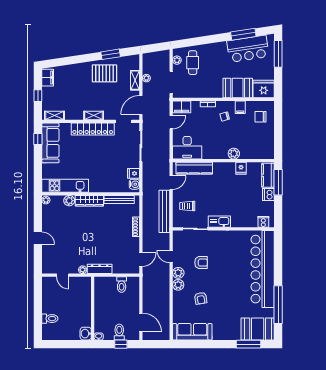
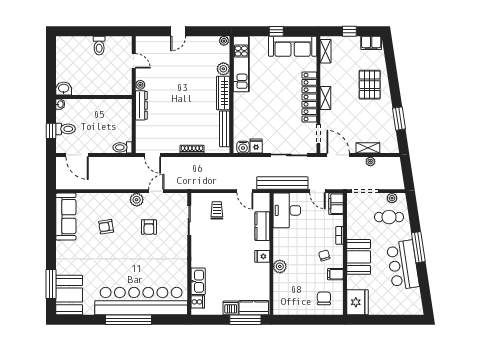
window: (243, 34) -> (418, 247), moved
bar counter: (248, 49) -> (403, 265), moved
window: (278, 54) -> (400, 320), removed
pallet: (104, 73) -> (370, 85), moved
booth: (238, 88) -> (359, 257), moved
window: (38, 139) -> (276, 31), moved
kitchen counter: (194, 168) -> (262, 226), width x0.67
fridge: (241, 168) -> (262, 256), moved
bench: (164, 211) -> (282, 183), moved
kitchen sink: (219, 222) -> (198, 281), moved
door: (63, 275) -> (134, 61), swing flipped
toilet: (122, 285) -> (122, 147), moved
plant: (178, 285) -> (122, 200), removed
window: (278, 305) -> (129, 320), moved
toilet: (50, 319) -> (99, 46), moved
door: (141, 322) -> (77, 155), hinge flipped

